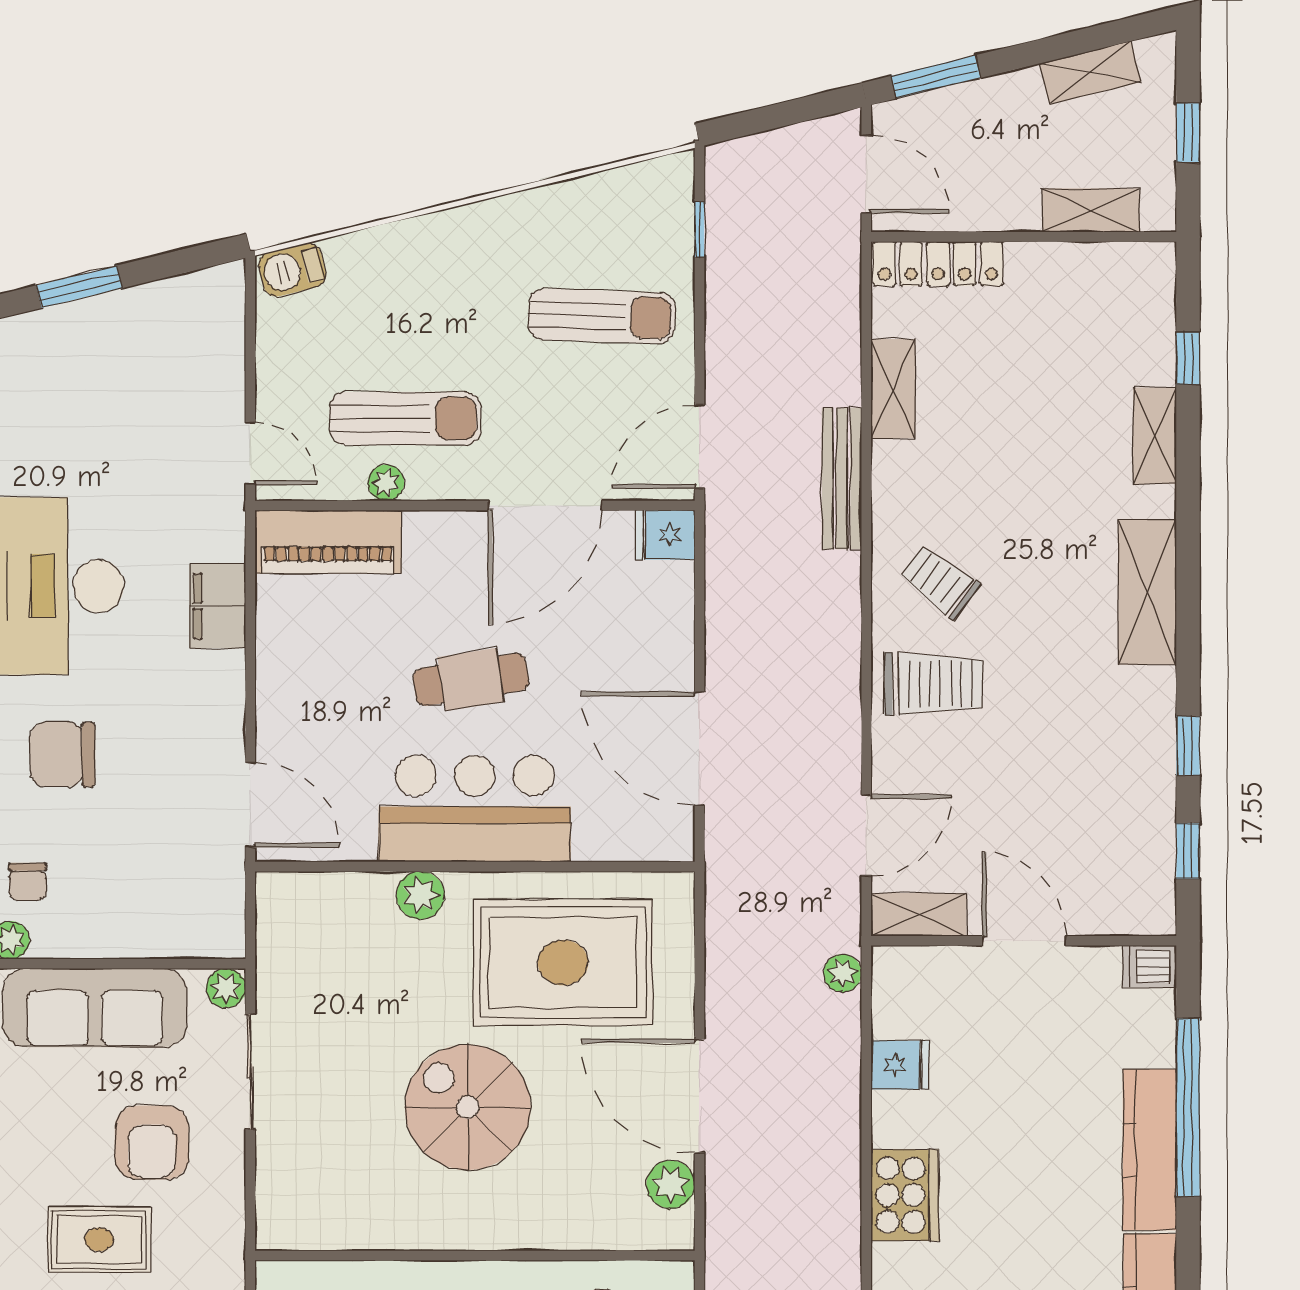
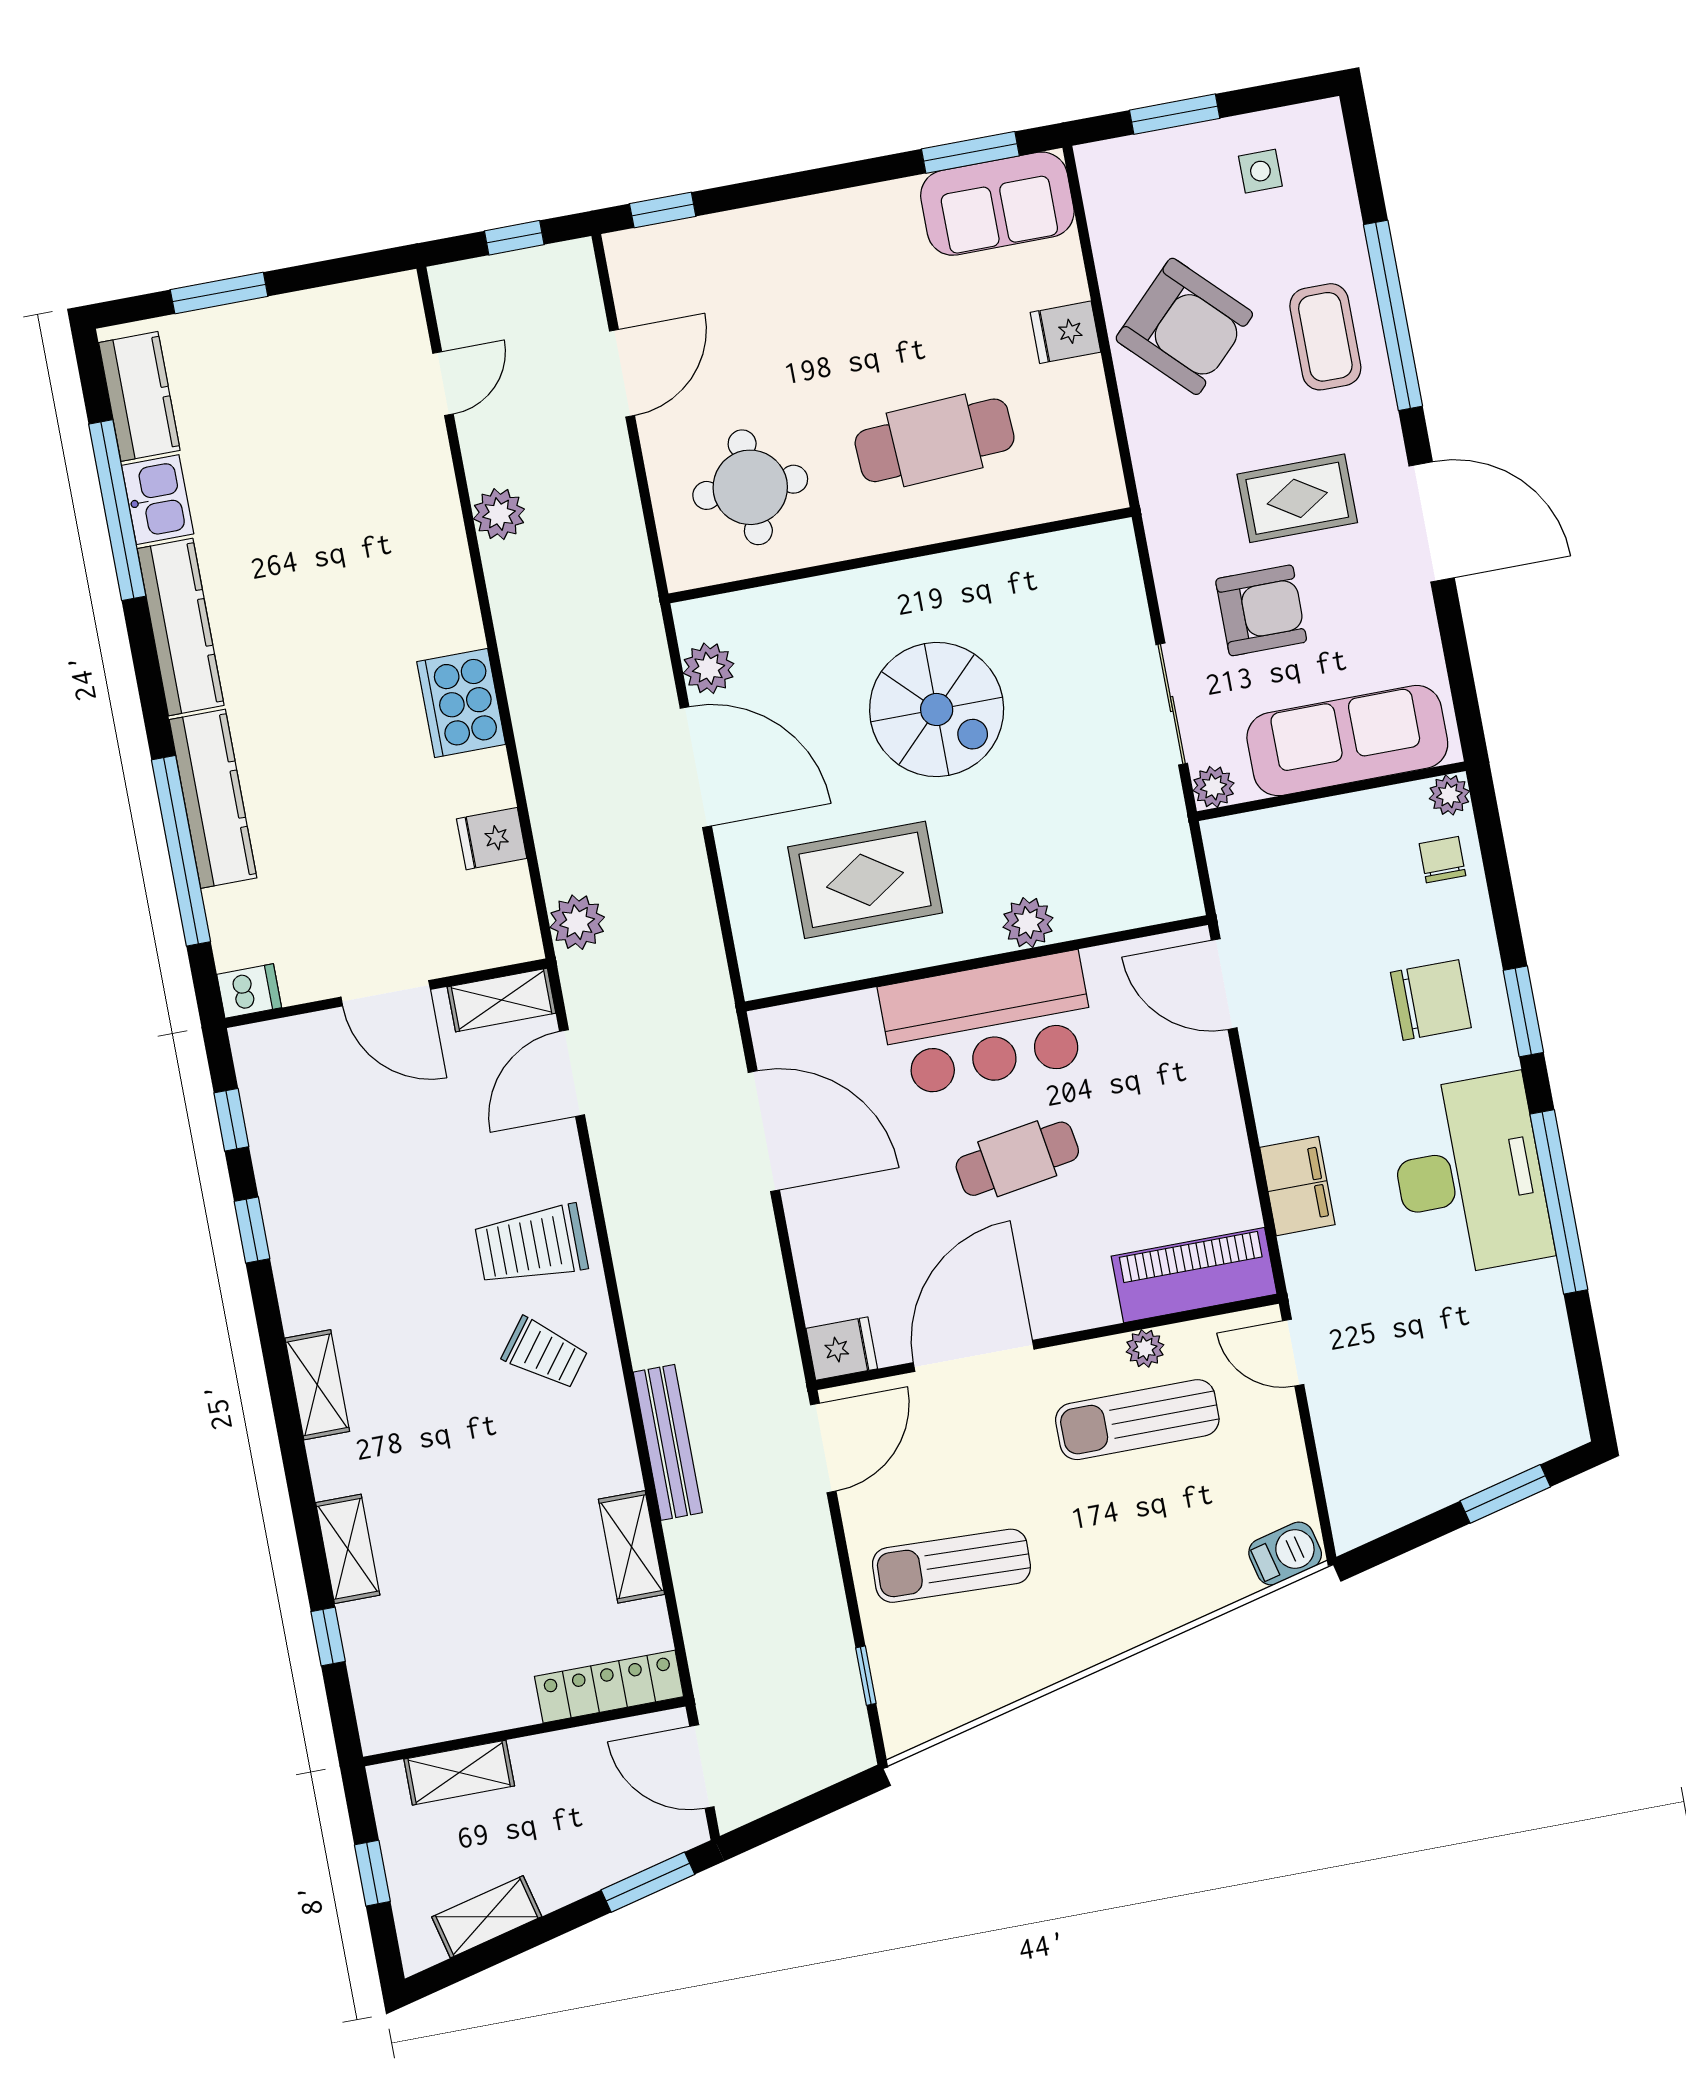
shelving: (1147, 592) -> (317, 1385), width x0.67, depth x0.75
rug: (563, 963) -> (865, 880), width x0.73, depth x0.69
plant: (843, 973) -> (577, 922), width x1.38, depth x1.38
armchair: (152, 1142) -> (1261, 610), turned 90

